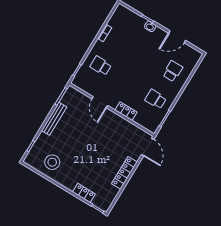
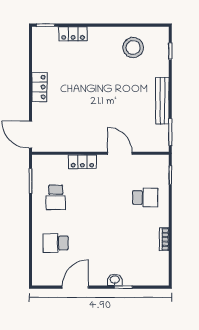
school desk: (173, 71) -> (56, 243), turned 90
school desk: (156, 99) -> (56, 197), turned 90
locker: (124, 173) -> (39, 87), width x0.66

